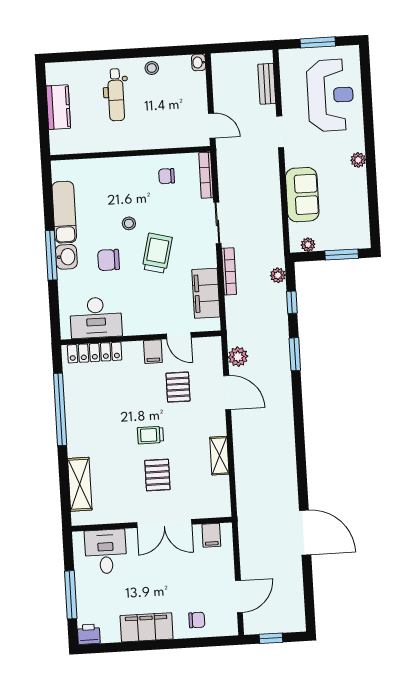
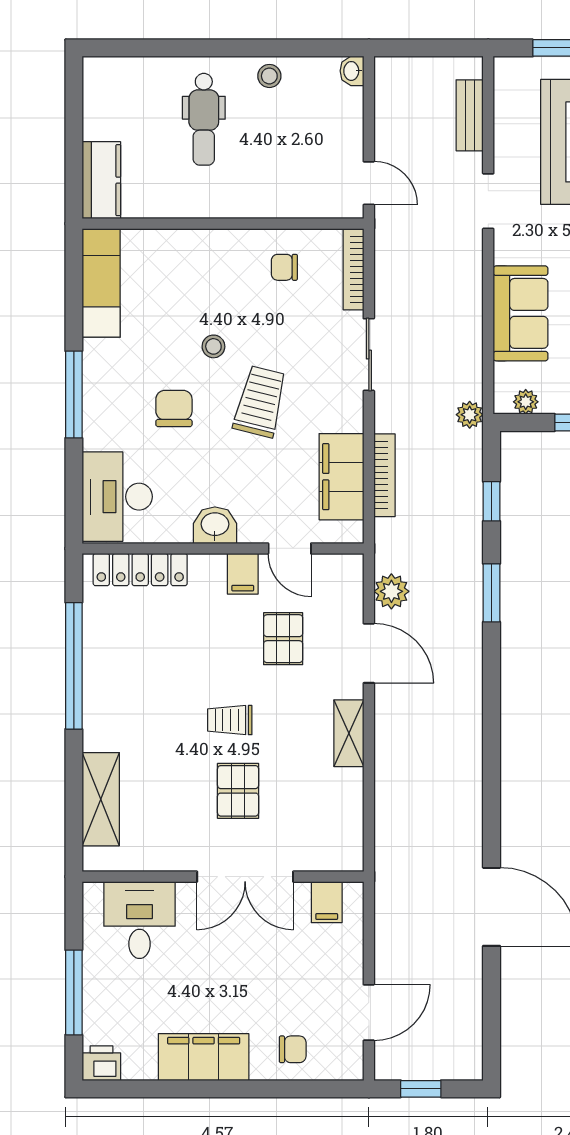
kitchen counter: (58, 107) -> (101, 180), moved
exam couch: (64, 212) -> (101, 283), moved
washbasin: (66, 257) -> (215, 525), moved, turned -90
chair: (109, 260) -> (174, 408), turned 90
bookcase: (229, 271) -> (384, 475), moved
plant: (278, 275) -> (470, 415), moved
desk: (96, 318) -> (117, 497), moved, turned 90
shelving: (219, 456) -> (349, 733), moved

